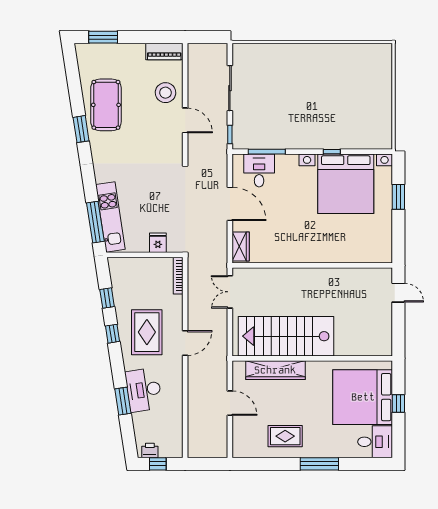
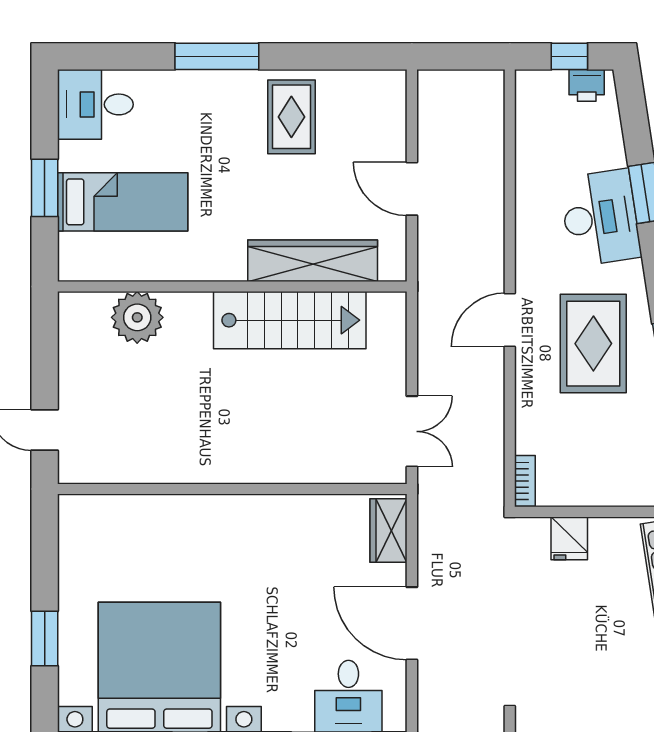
bookcase: (178, 276) -> (525, 481), width x0.64
stairs: (286, 336) -> (290, 320), width x0.73, depth x0.66
plant: (356, 344) -> (137, 317), added
bed: (363, 397) -> (123, 202), width x0.49
window: (398, 404) -> (45, 188), width x1.50
rug: (285, 436) -> (291, 117), turned 90

